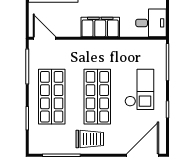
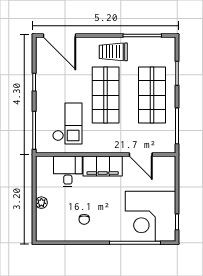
desk: (151, 23) -> (68, 171), moved, turned 90
door: (45, 38) -> (141, 155), moved
checkout: (139, 89) -> (67, 124), moved, turned 180
door: (143, 155) -> (59, 35), hinge flipped

